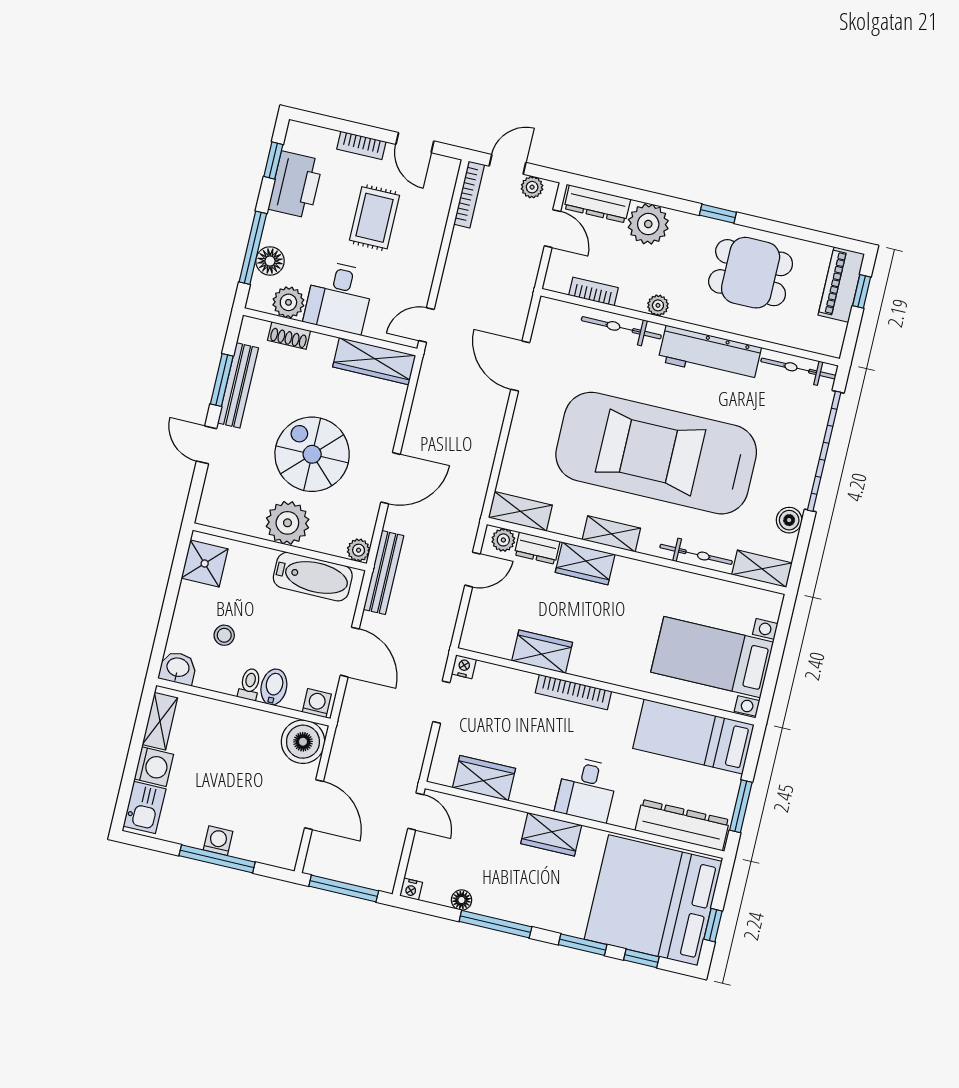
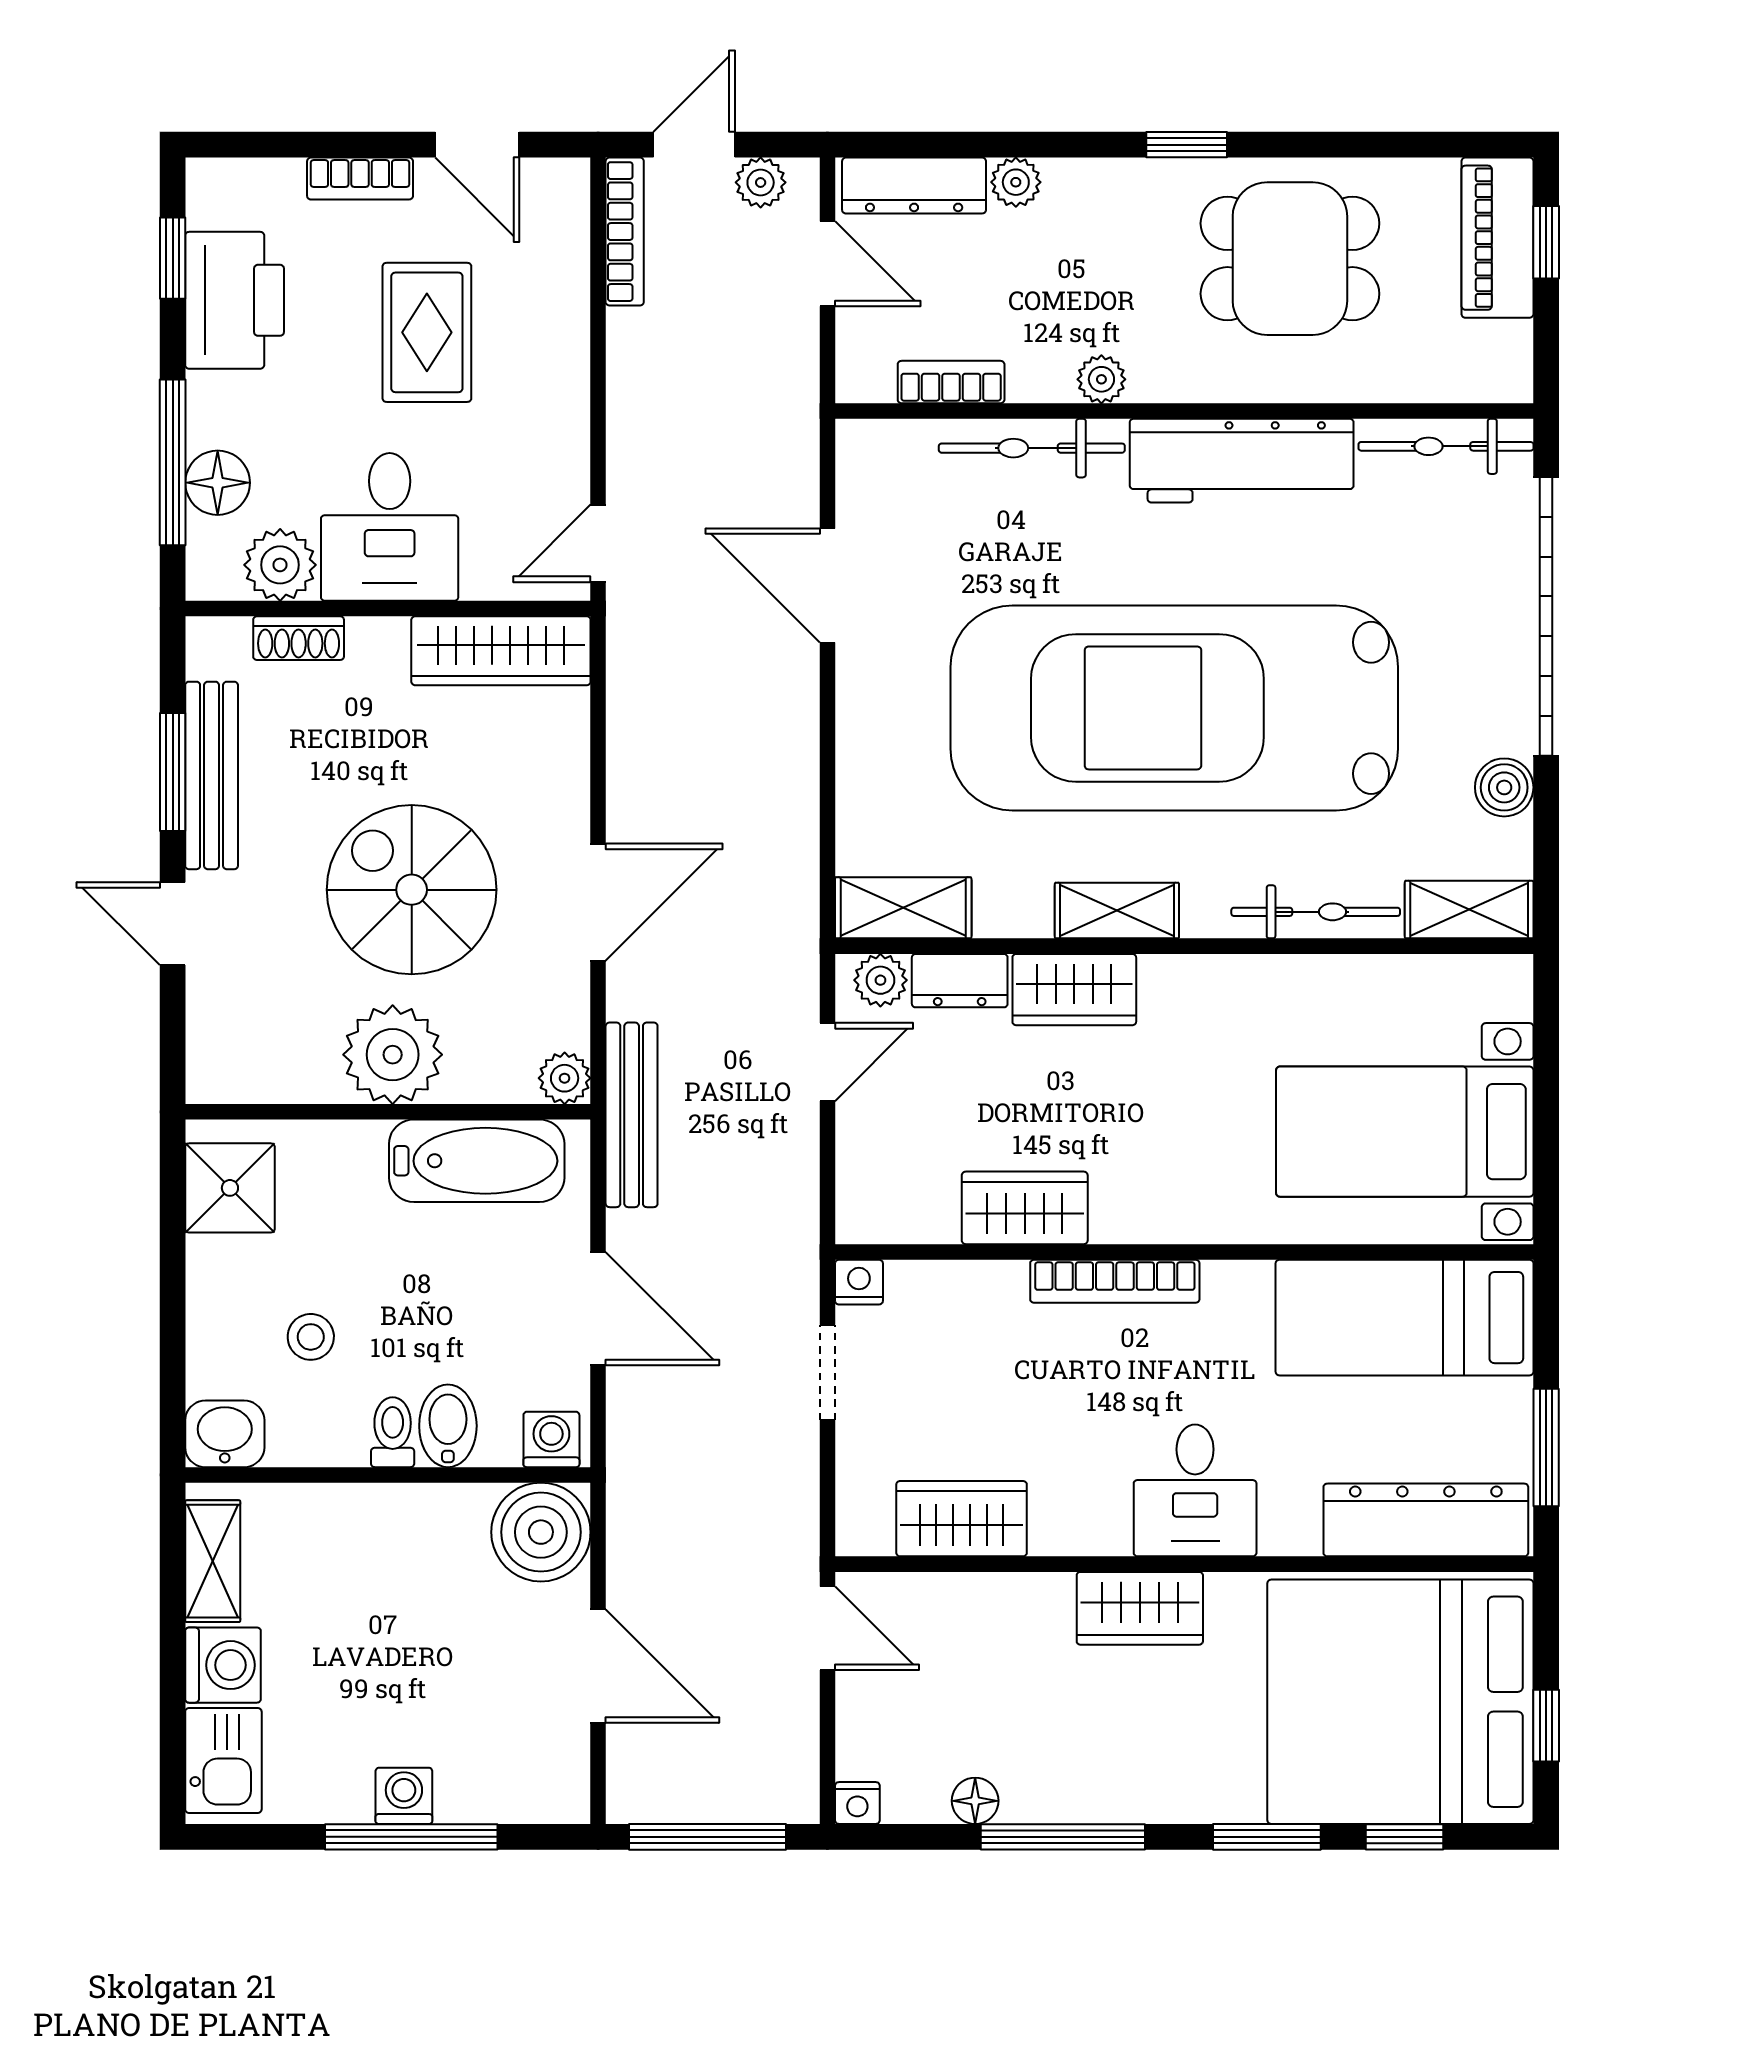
plant: (648, 224) -> (1016, 182), width x0.53, depth x0.53

